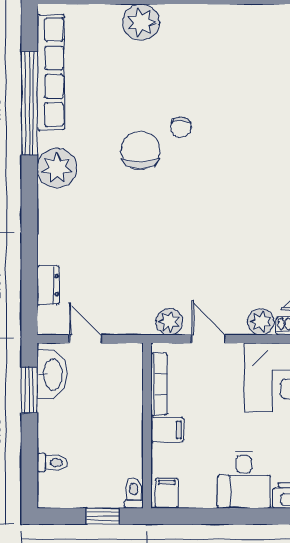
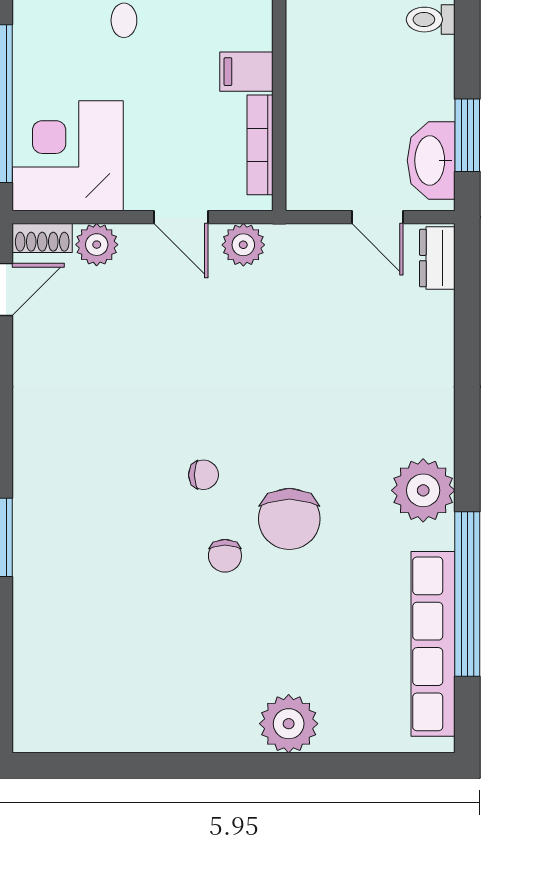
chair: (181, 127) -> (225, 556), turned 180
chair: (194, 178) -> (204, 475), added
dresser: (48, 285) -> (437, 258), moved

